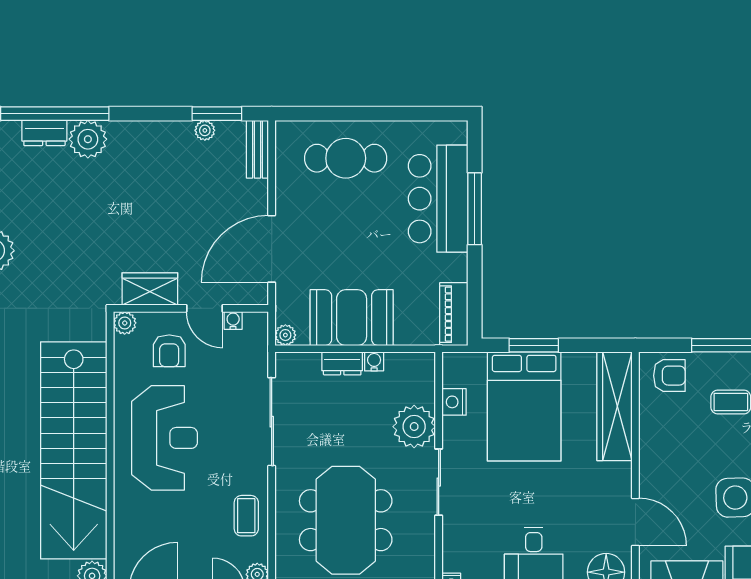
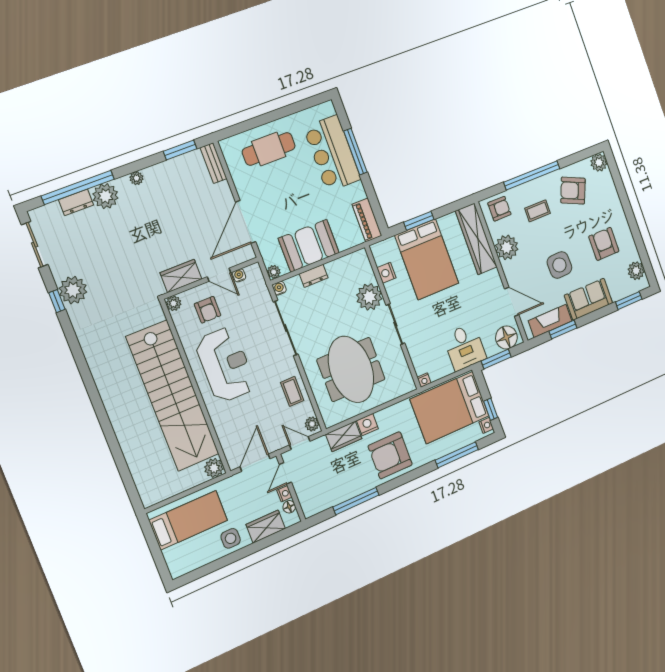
plant: (205, 130) -> (136, 178), moved
water cooler: (374, 361) -> (279, 288), moved
plant: (659, 438) -> (507, 247), added

